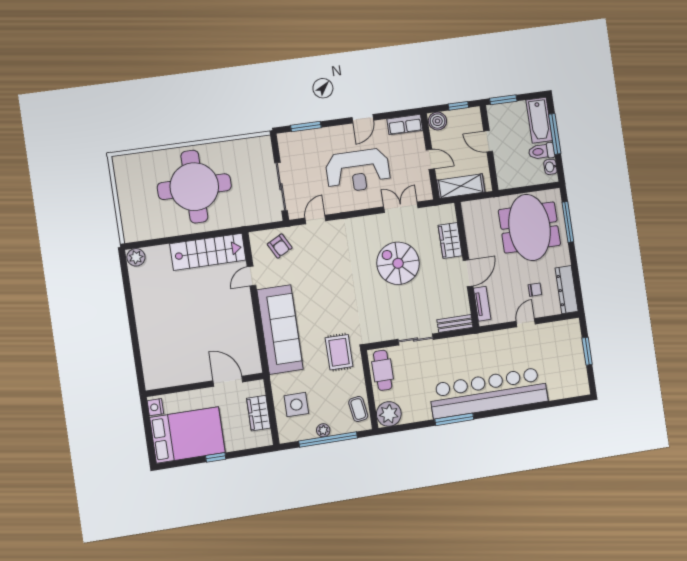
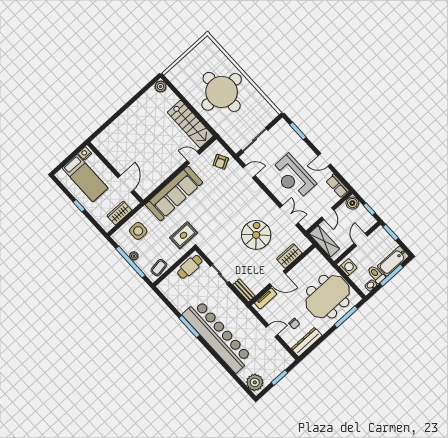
washing machine: (511, 179) -> (348, 267), added
plant: (389, 414) -> (255, 382), moved
bed: (187, 435) -> (85, 178), width x0.67

